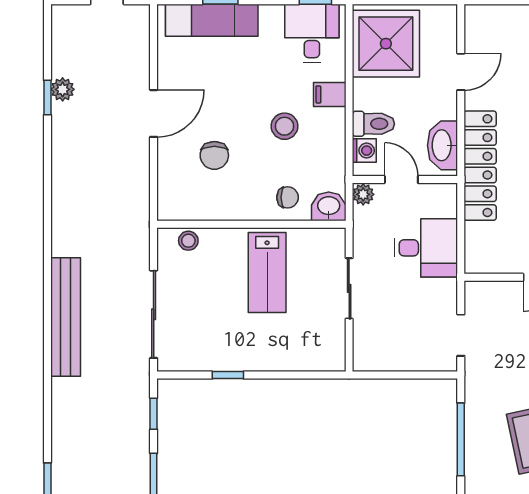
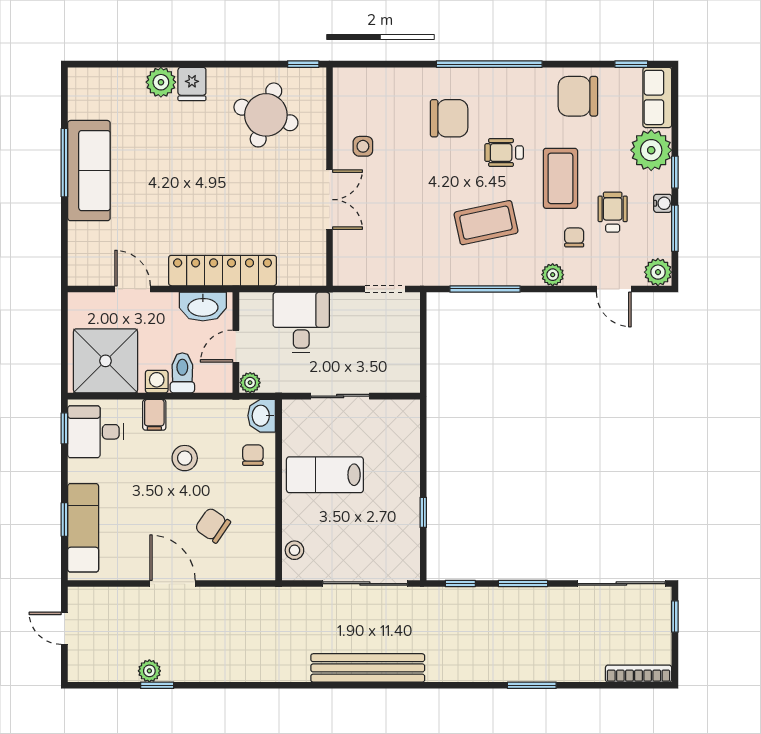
washing machine: (364, 151) -> (157, 382), moved
chair: (214, 155) -> (213, 525), turned -146
lab bench: (267, 272) -> (325, 475), turned 180

